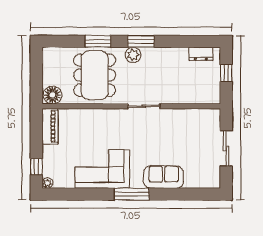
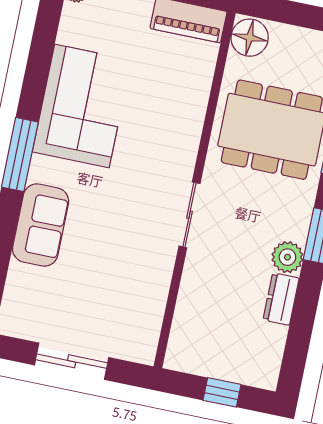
dresser: (201, 54) -> (281, 299), moved
plant: (133, 55) -> (287, 257), moved

